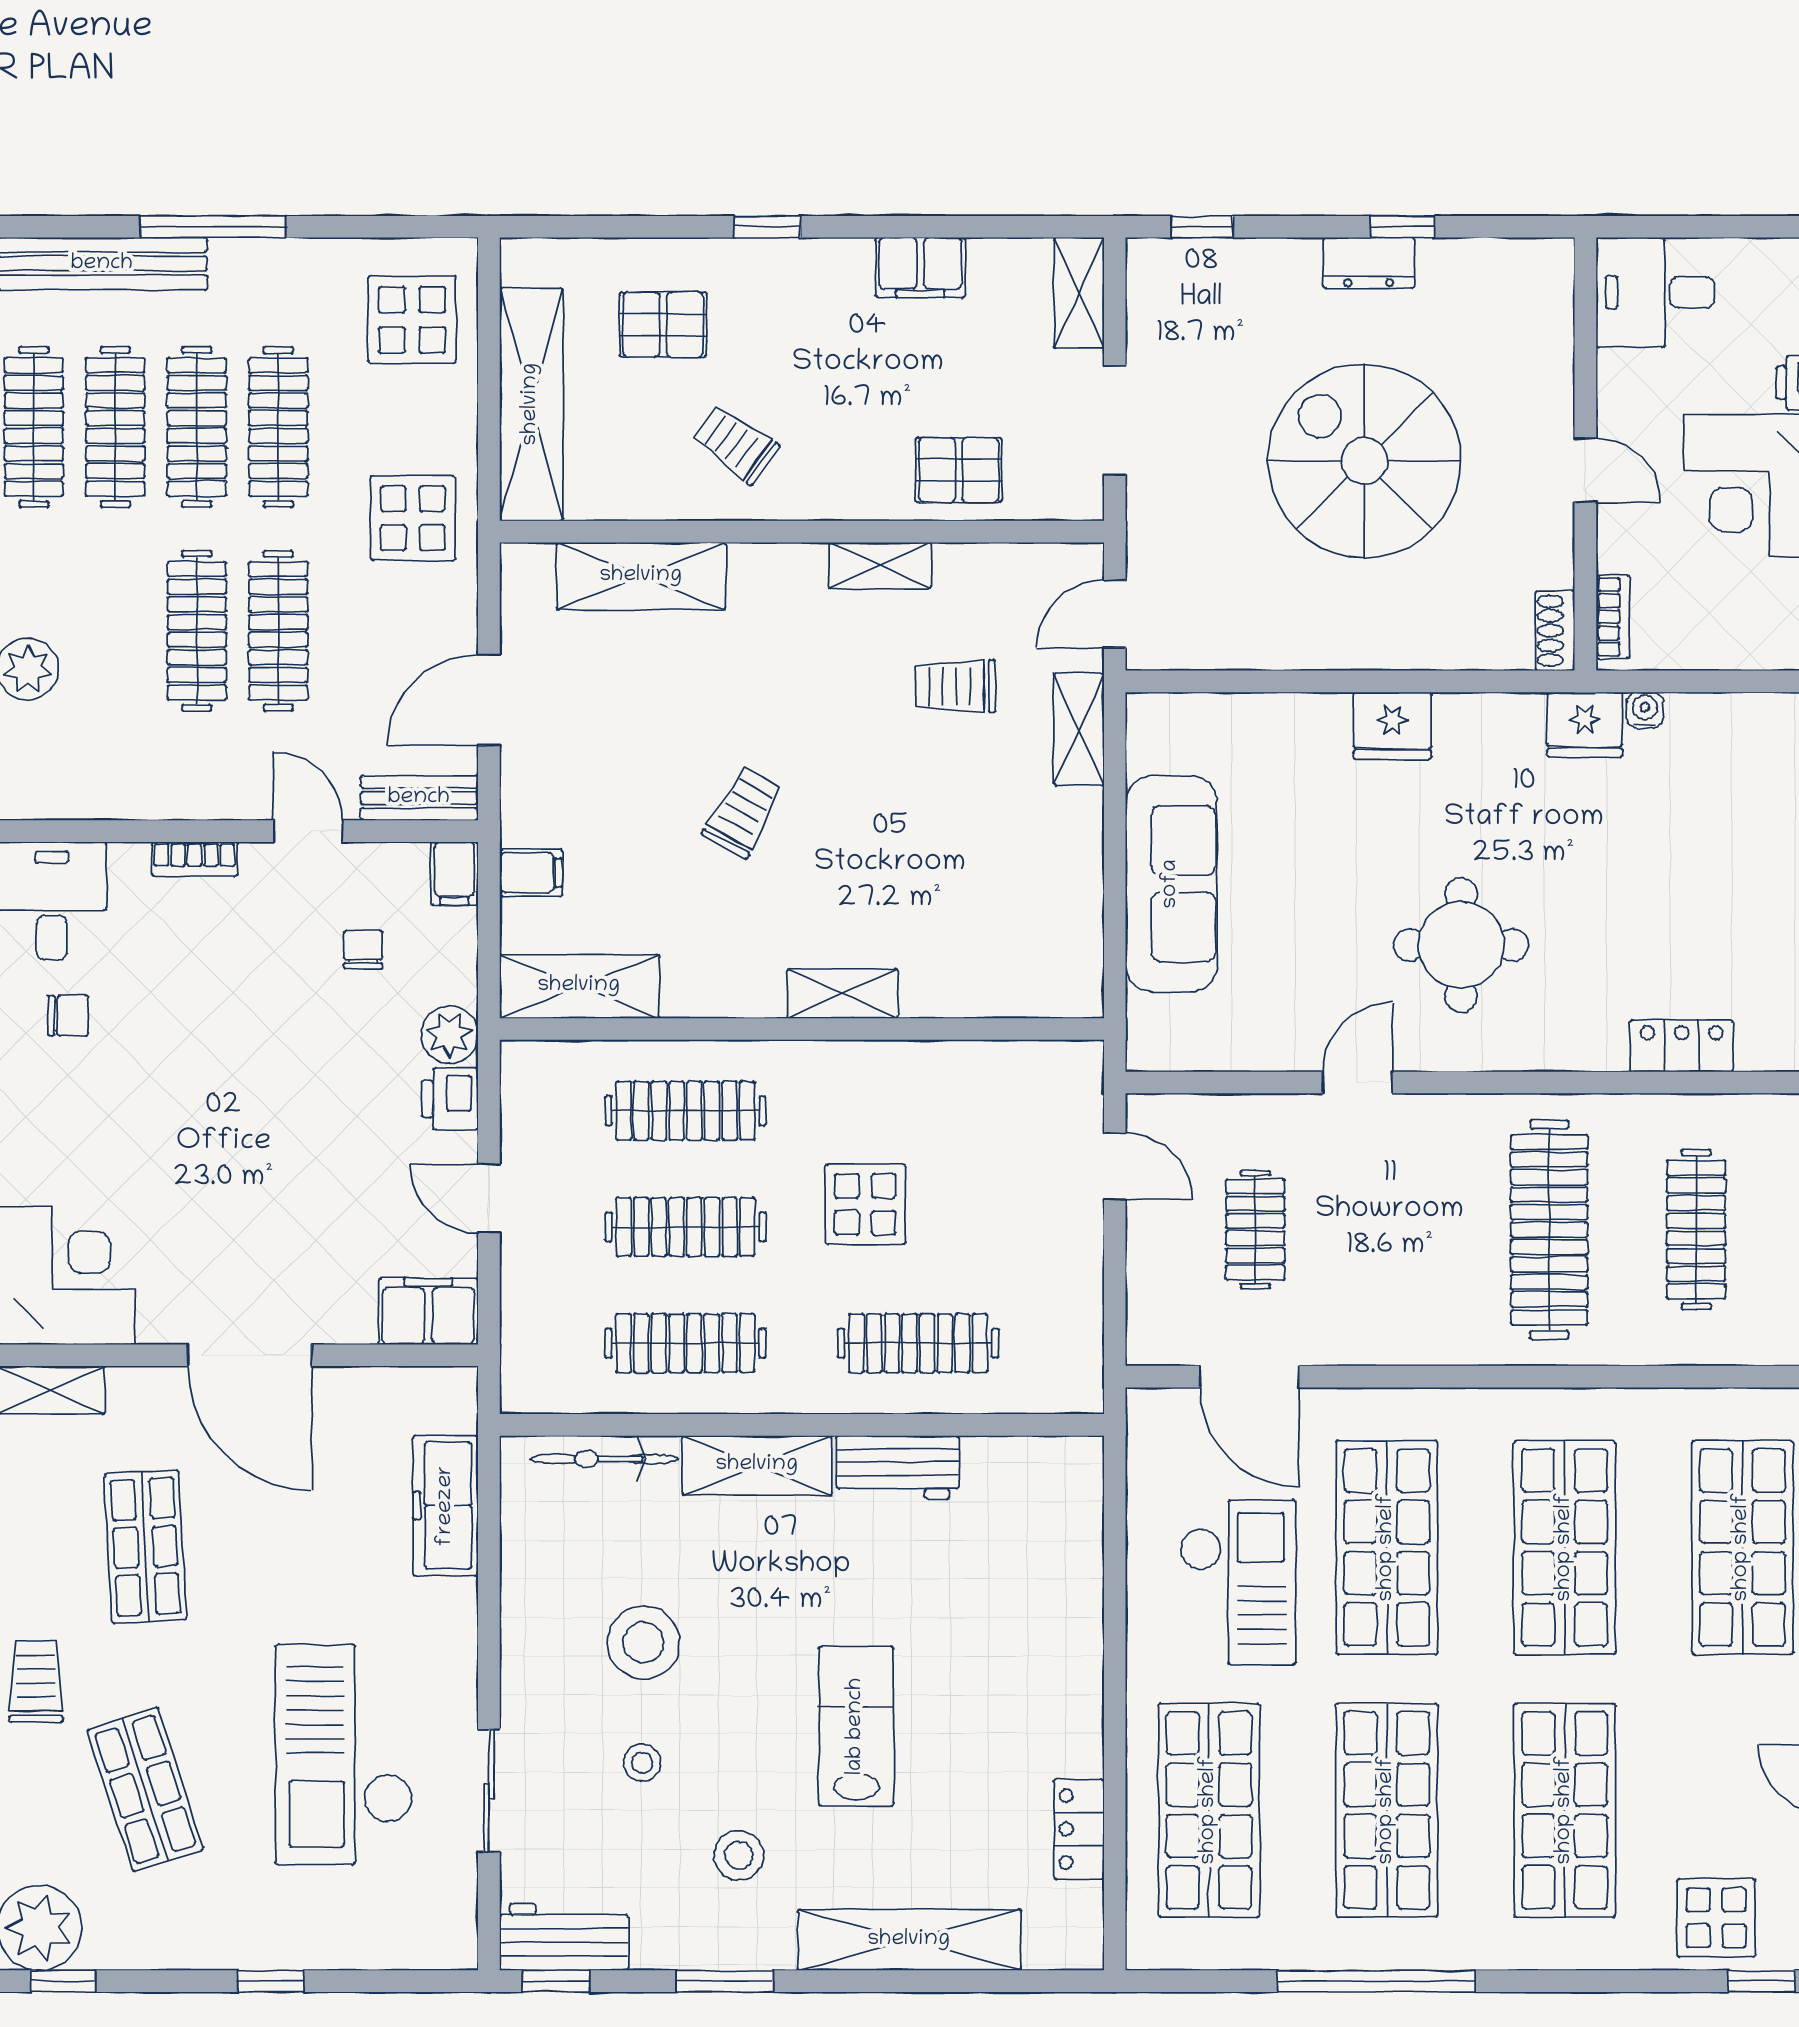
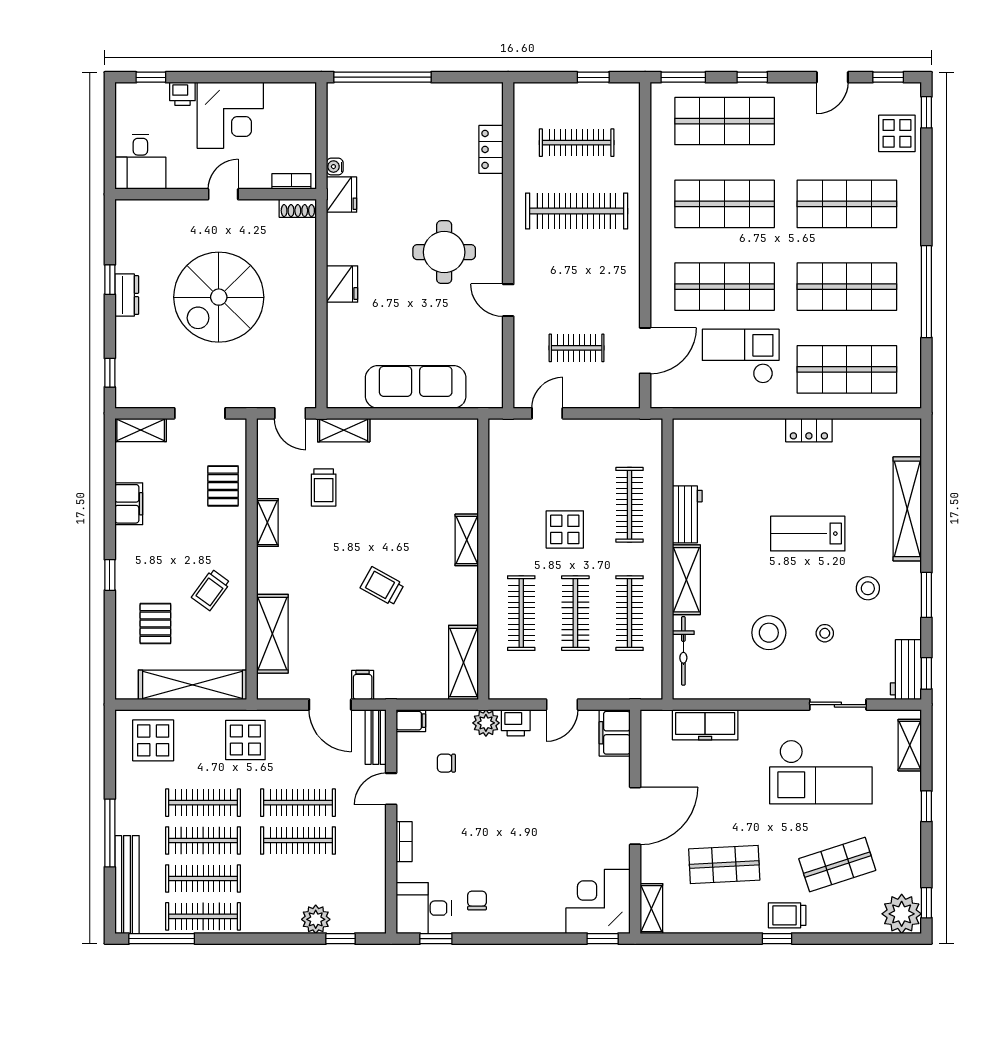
filing cabinet: (531, 873) -> (363, 685), moved
locker: (1079, 1829) -> (809, 430), moved
shelving: (402, 1945) -> (910, 745), added

